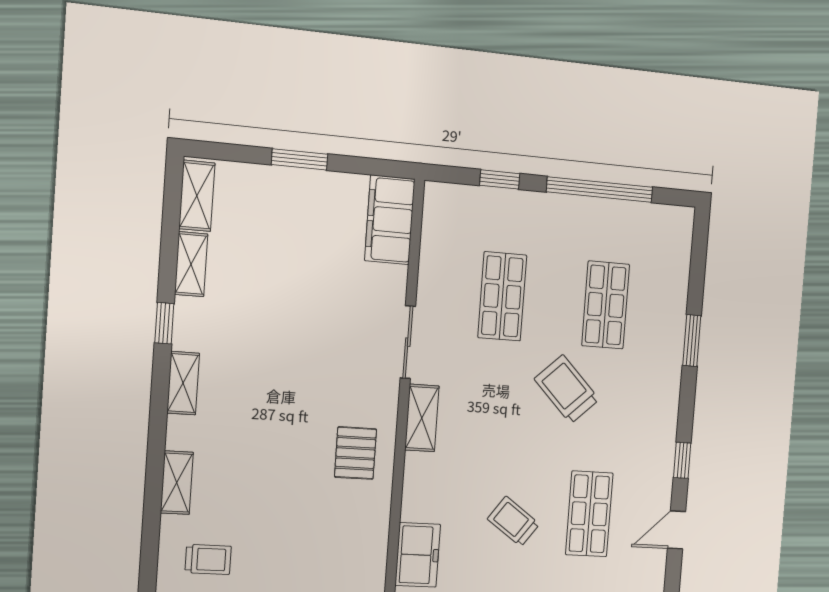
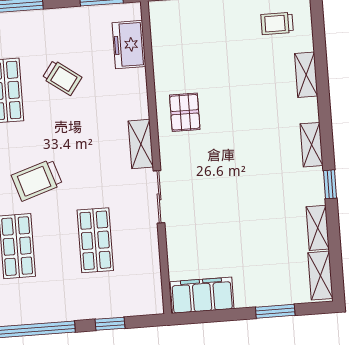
window: (300, 159) -> (275, 311), moved
filing cabinet: (390, 220) -> (202, 295), moved, turned -90
trolley: (567, 389) -> (37, 180), turned 116

